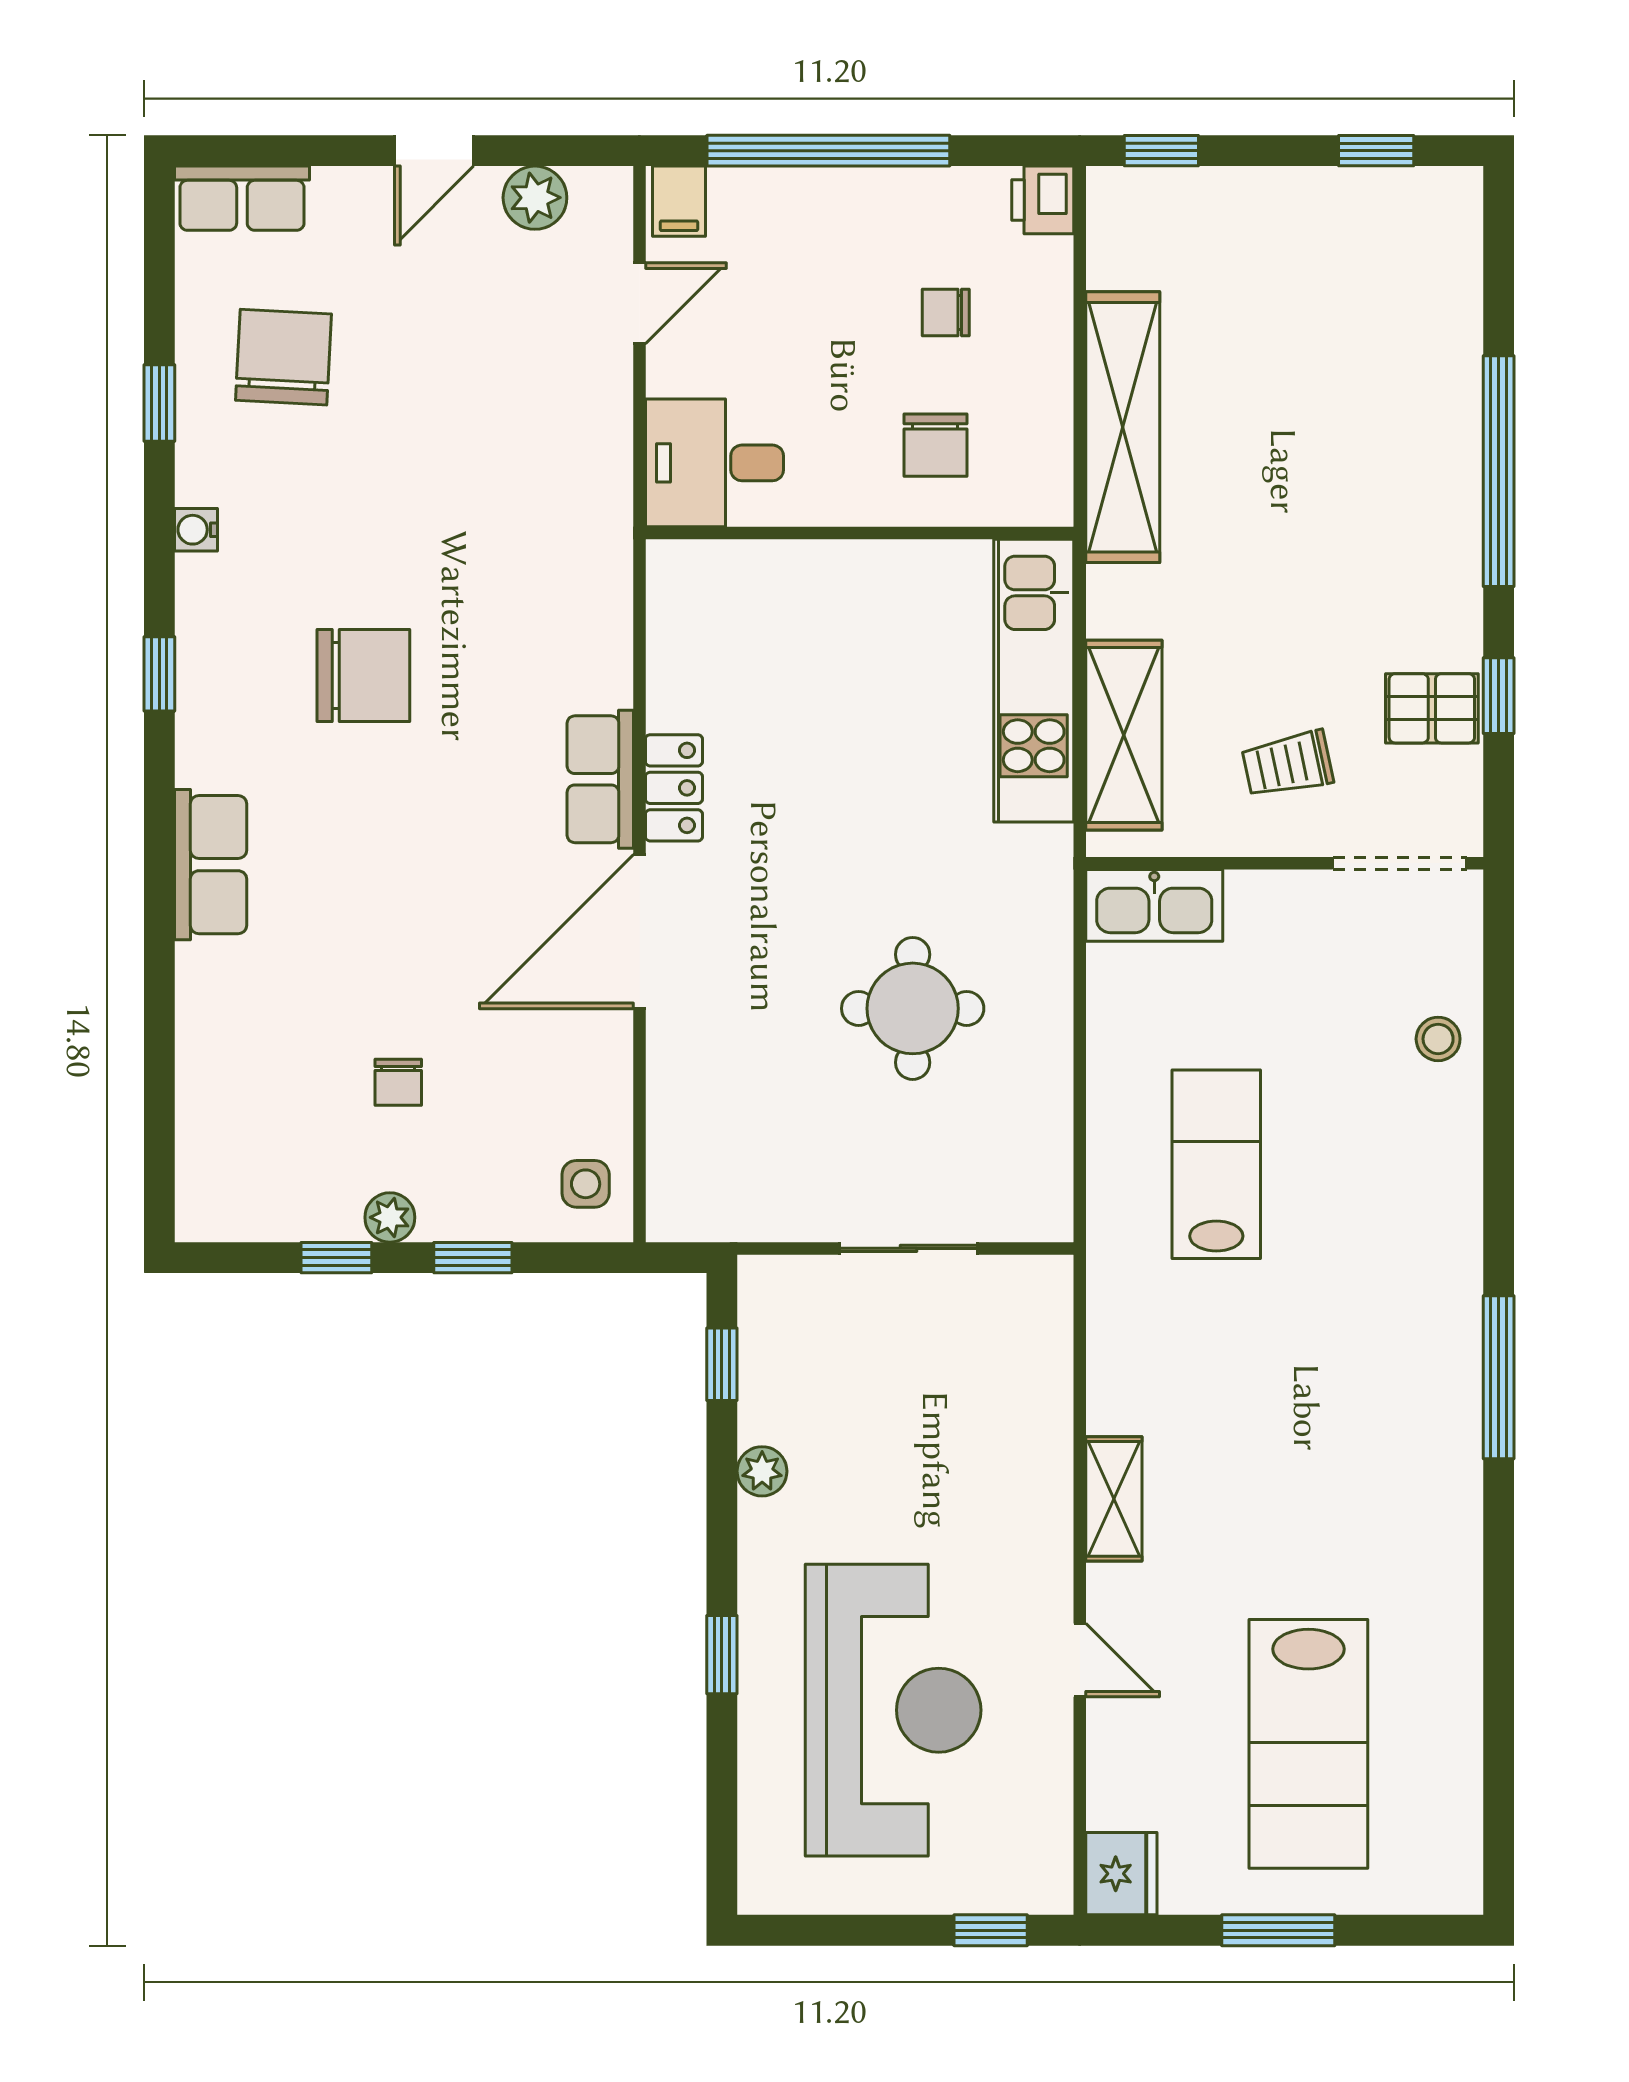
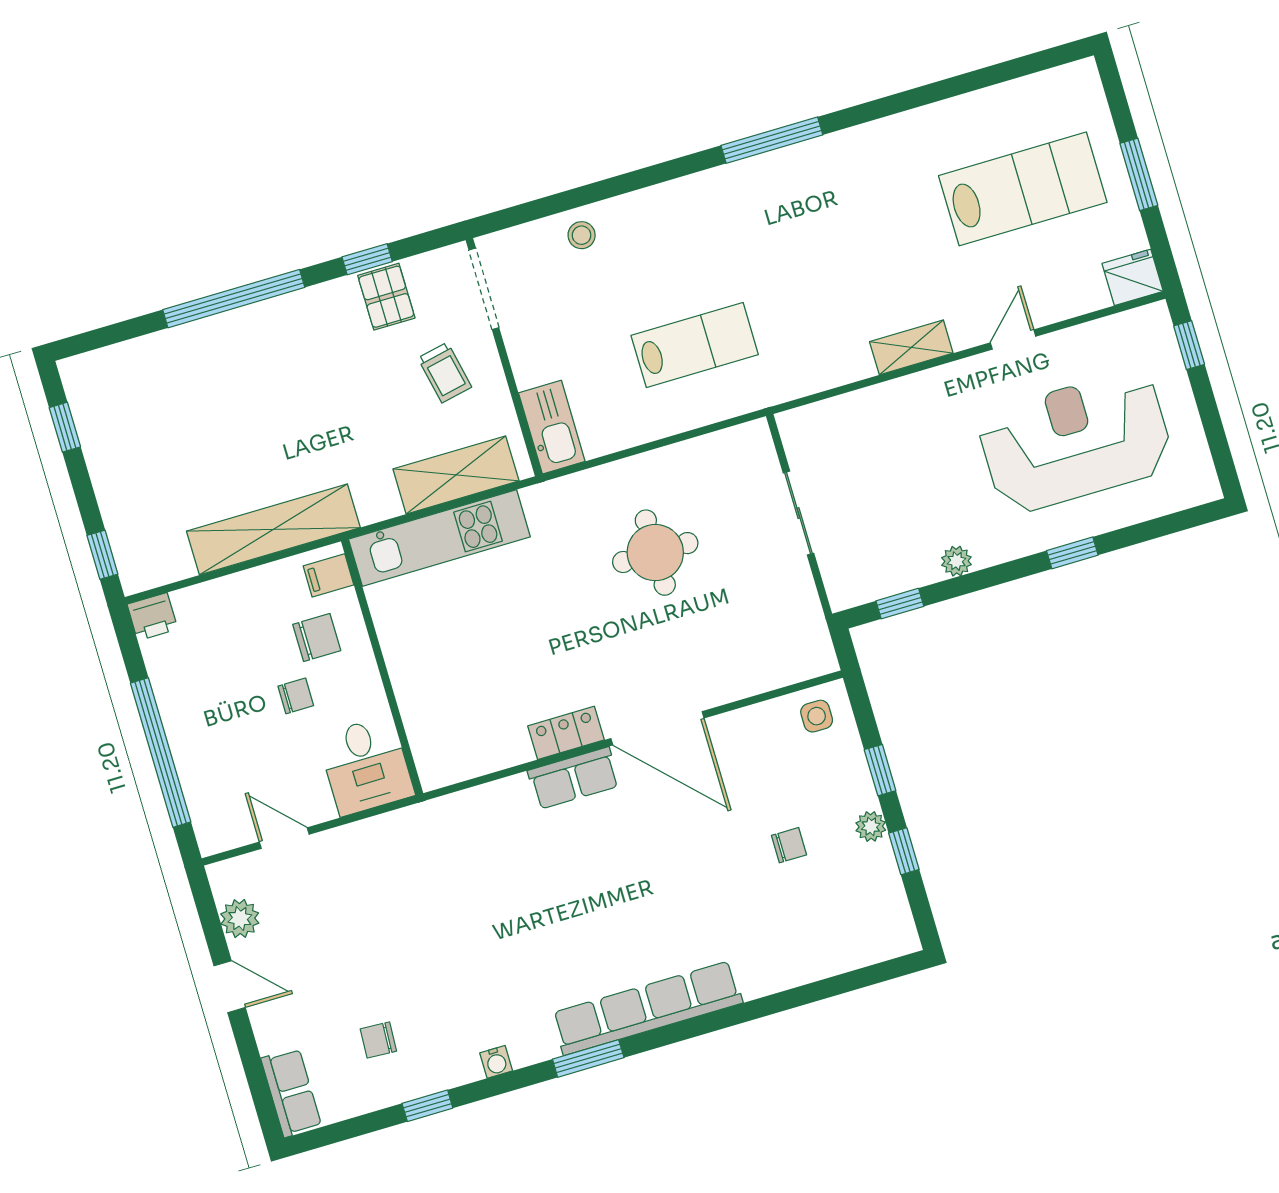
filing cabinet: (679, 201) -> (329, 575), moved, turned 180
chair: (946, 313) -> (296, 696), moved, turned -90
chair: (284, 357) -> (378, 1040), width x0.54, depth x0.54
window: (159, 674) -> (588, 1058), width x1.50
chair: (363, 675) -> (554, 937), removed
row of seats: (211, 865) -> (647, 1008), width x2.02
lab bench: (1216, 1164) -> (695, 345), turned 180

